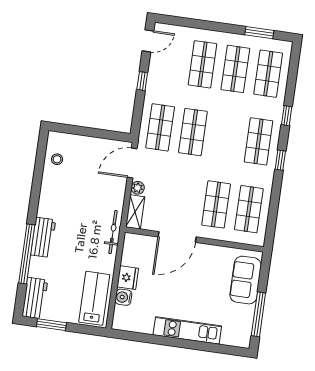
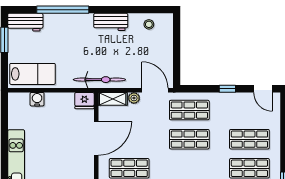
bicycle: (113, 232) -> (99, 80), width x1.37, depth x1.40
workbench: (43, 237) -> (111, 22), moved
door: (177, 237) -> (96, 138), swing flipped
fridge: (128, 278) -> (84, 101), moved

